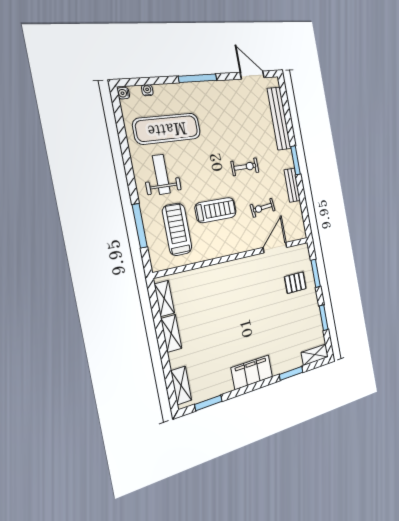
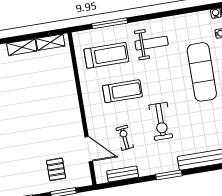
exercise mat: (167, 129) -> (202, 72), moved
exercise bike: (245, 167) -> (161, 121), width x1.38, depth x1.39
bench: (292, 185) -> (123, 174), moved
treadmill: (216, 210) -> (122, 91), turned -90

